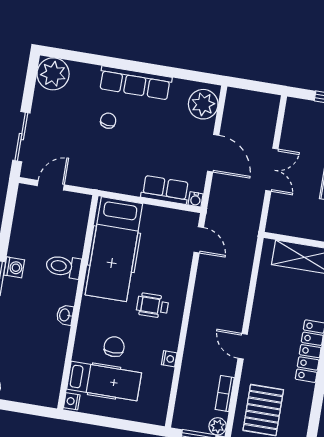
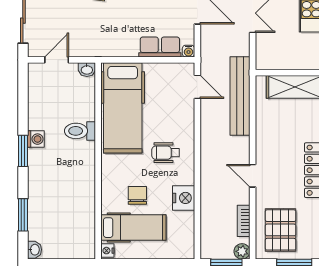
bench: (243, 257) -> (240, 96), added
washbasin: (65, 315) -> (87, 70), moved, turned -90
nightstand: (169, 359) -> (184, 198), width x1.89, depth x1.79

